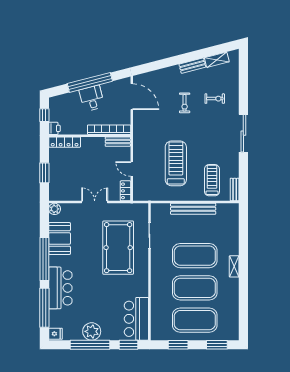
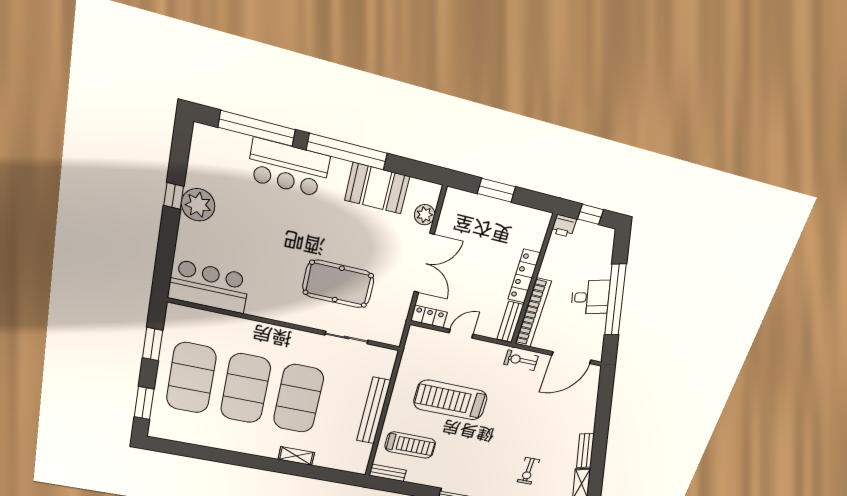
exercise bike: (185, 103) -> (521, 360), moved
locker: (65, 142) -> (524, 276), moved
treadmill: (176, 163) -> (450, 400), turned 180
double door: (95, 202) -> (424, 263), width x1.37
plant: (55, 209) -> (425, 215), moved
pool table: (118, 248) -> (338, 284), width x0.73, depth x0.76
shelving: (234, 266) -> (296, 456), moved
fridge: (55, 334) -> (204, 137), removed
window: (90, 345) -> (174, 196), width x0.32
window: (129, 345) -> (164, 263), removed

